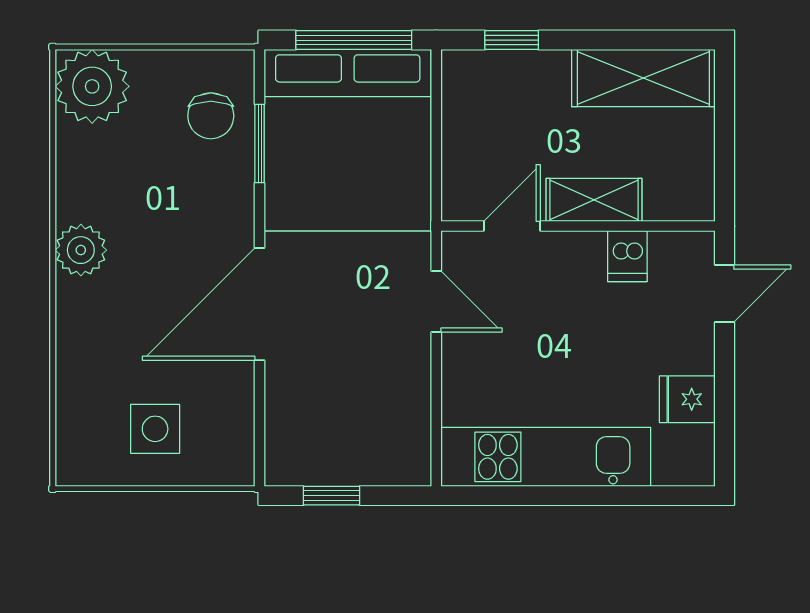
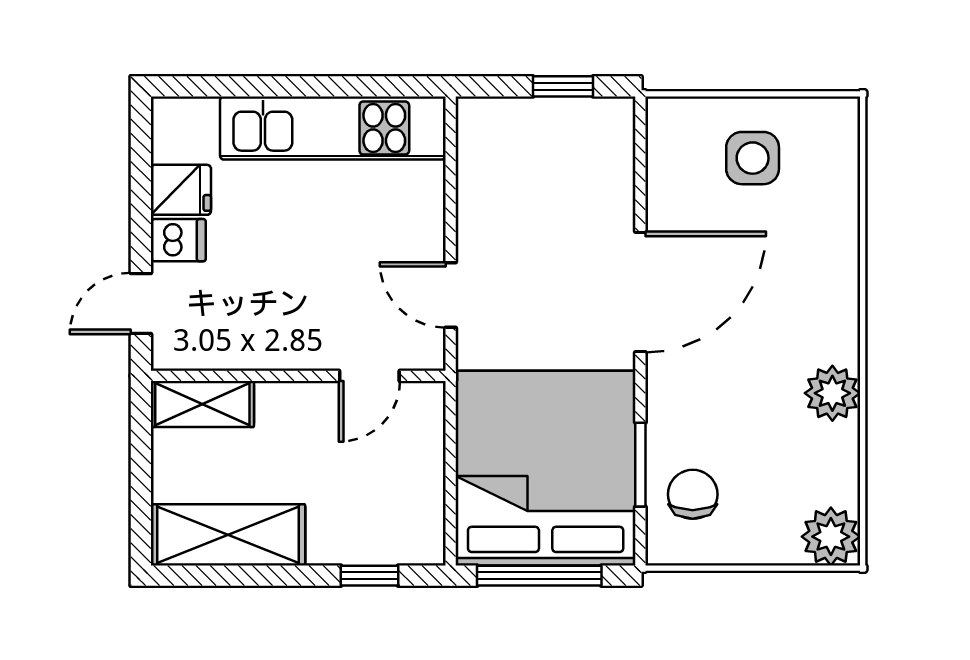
plant: (92, 86) -> (831, 537), width x0.73, depth x0.73
shelving: (594, 200) -> (202, 404), moved
plant: (81, 250) -> (832, 393), moved
dishwasher: (627, 256) -> (178, 240), moved, turned 90

